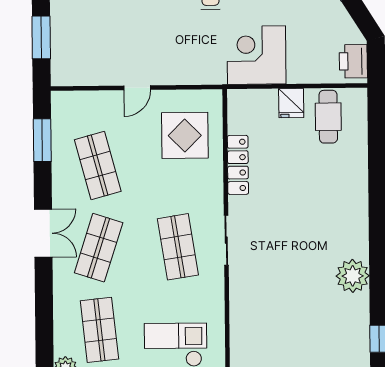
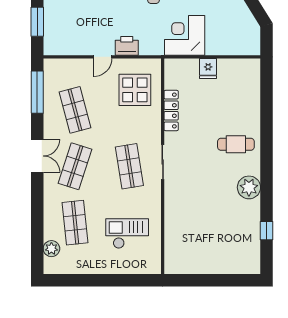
printer: (353, 61) -> (127, 46), moved, turned 90
cafe table: (328, 117) -> (236, 144), moved, turned 90
window: (42, 140) -> (37, 92), width x1.44

